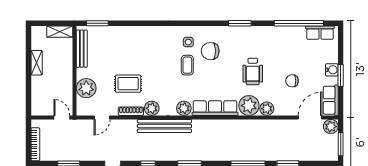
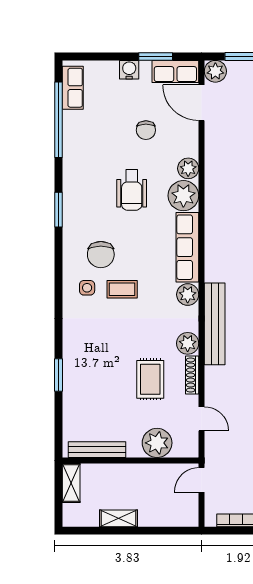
window: (97, 23) -> (58, 375), moved
wheelchair: (253, 71) -> (132, 190), turned 90
window: (341, 76) -> (156, 56), moved

